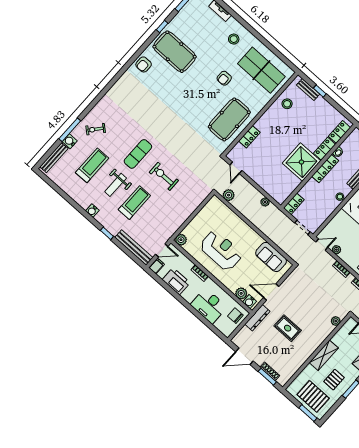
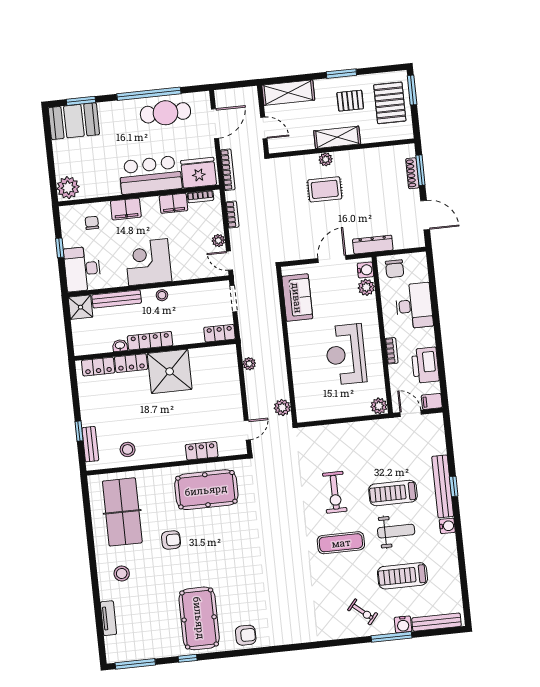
bench: (134, 248) -> (443, 486), moved
door: (271, 292) -> (332, 259), swing flipped
plant: (336, 321) -> (326, 159), moved
rug: (288, 328) -> (325, 189), moved, turned 90

